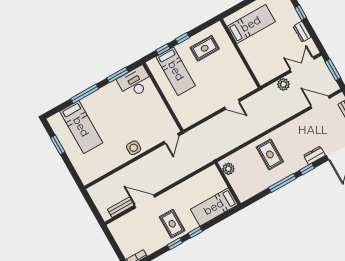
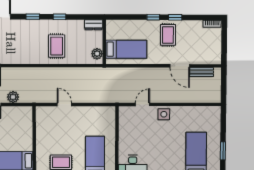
door: (171, 139) -> (143, 104), moved
dresser: (314, 155) -> (94, 25), moved
window: (282, 183) -> (60, 17), width x0.46
bed: (214, 207) -> (126, 49), moved

